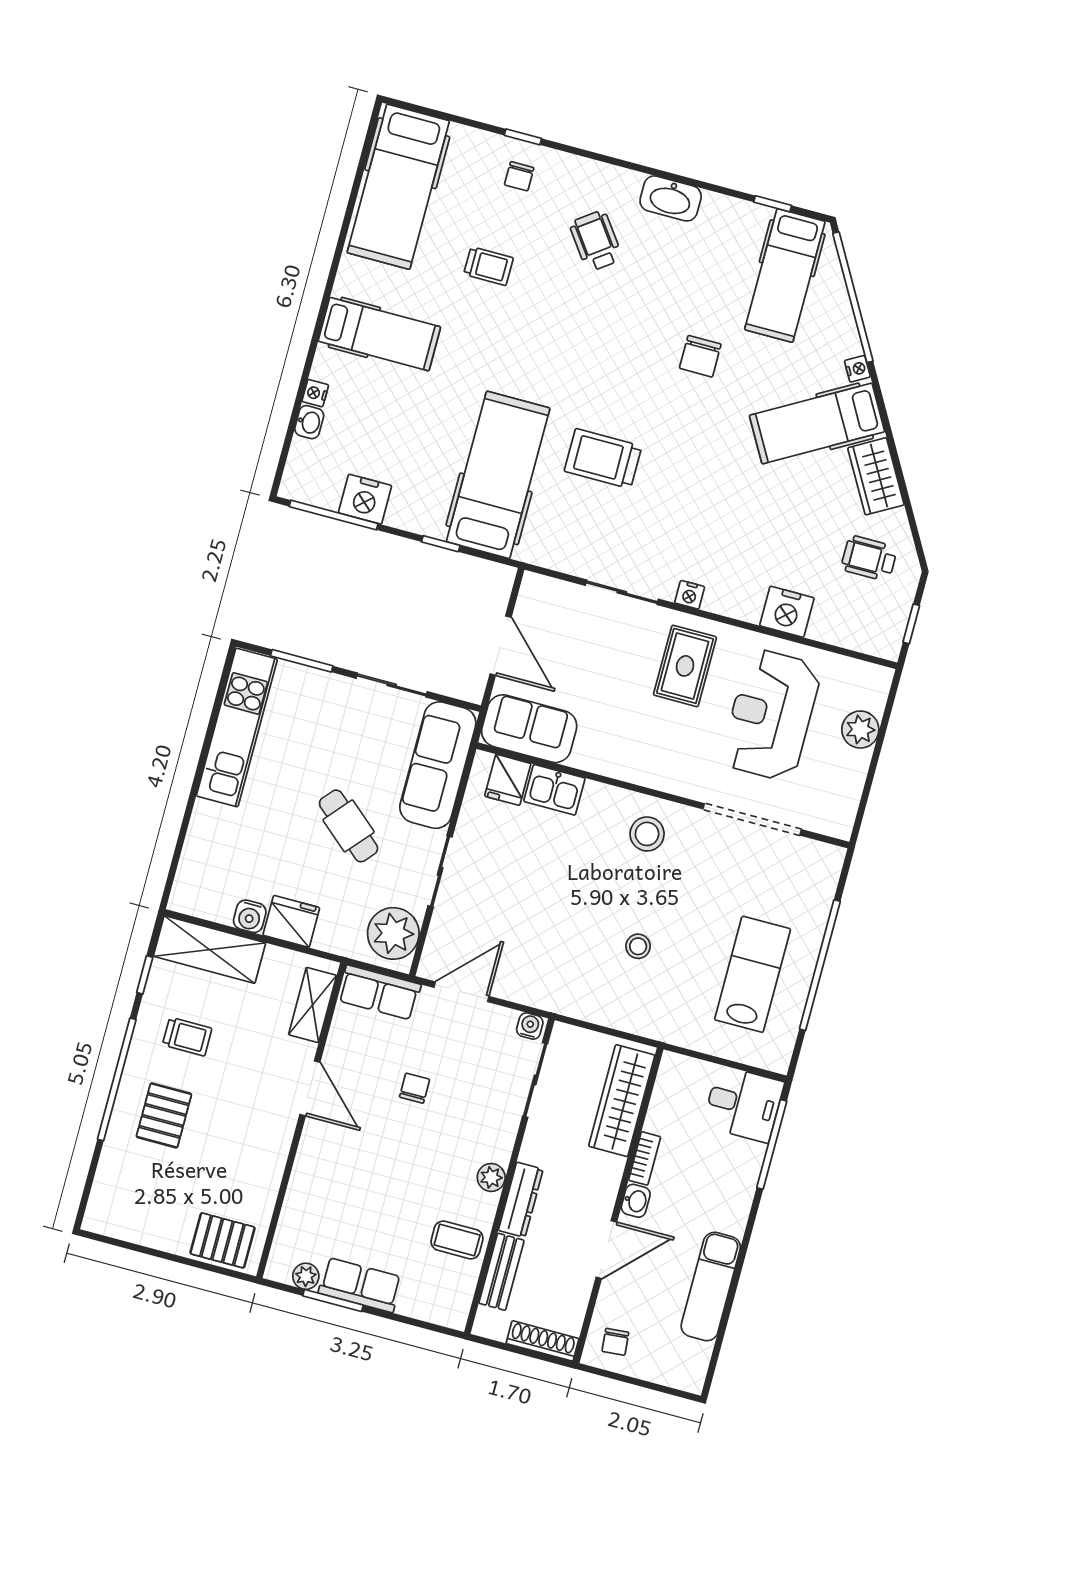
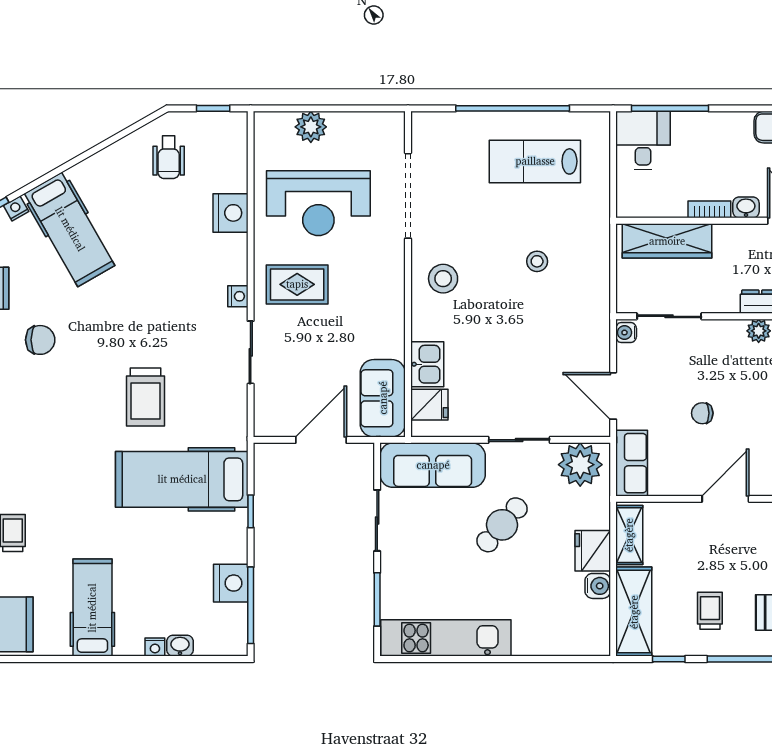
wardrobe: (876, 476) -> (100, 170), removed
shelving: (313, 1005) -> (629, 535), moved, turned 90

